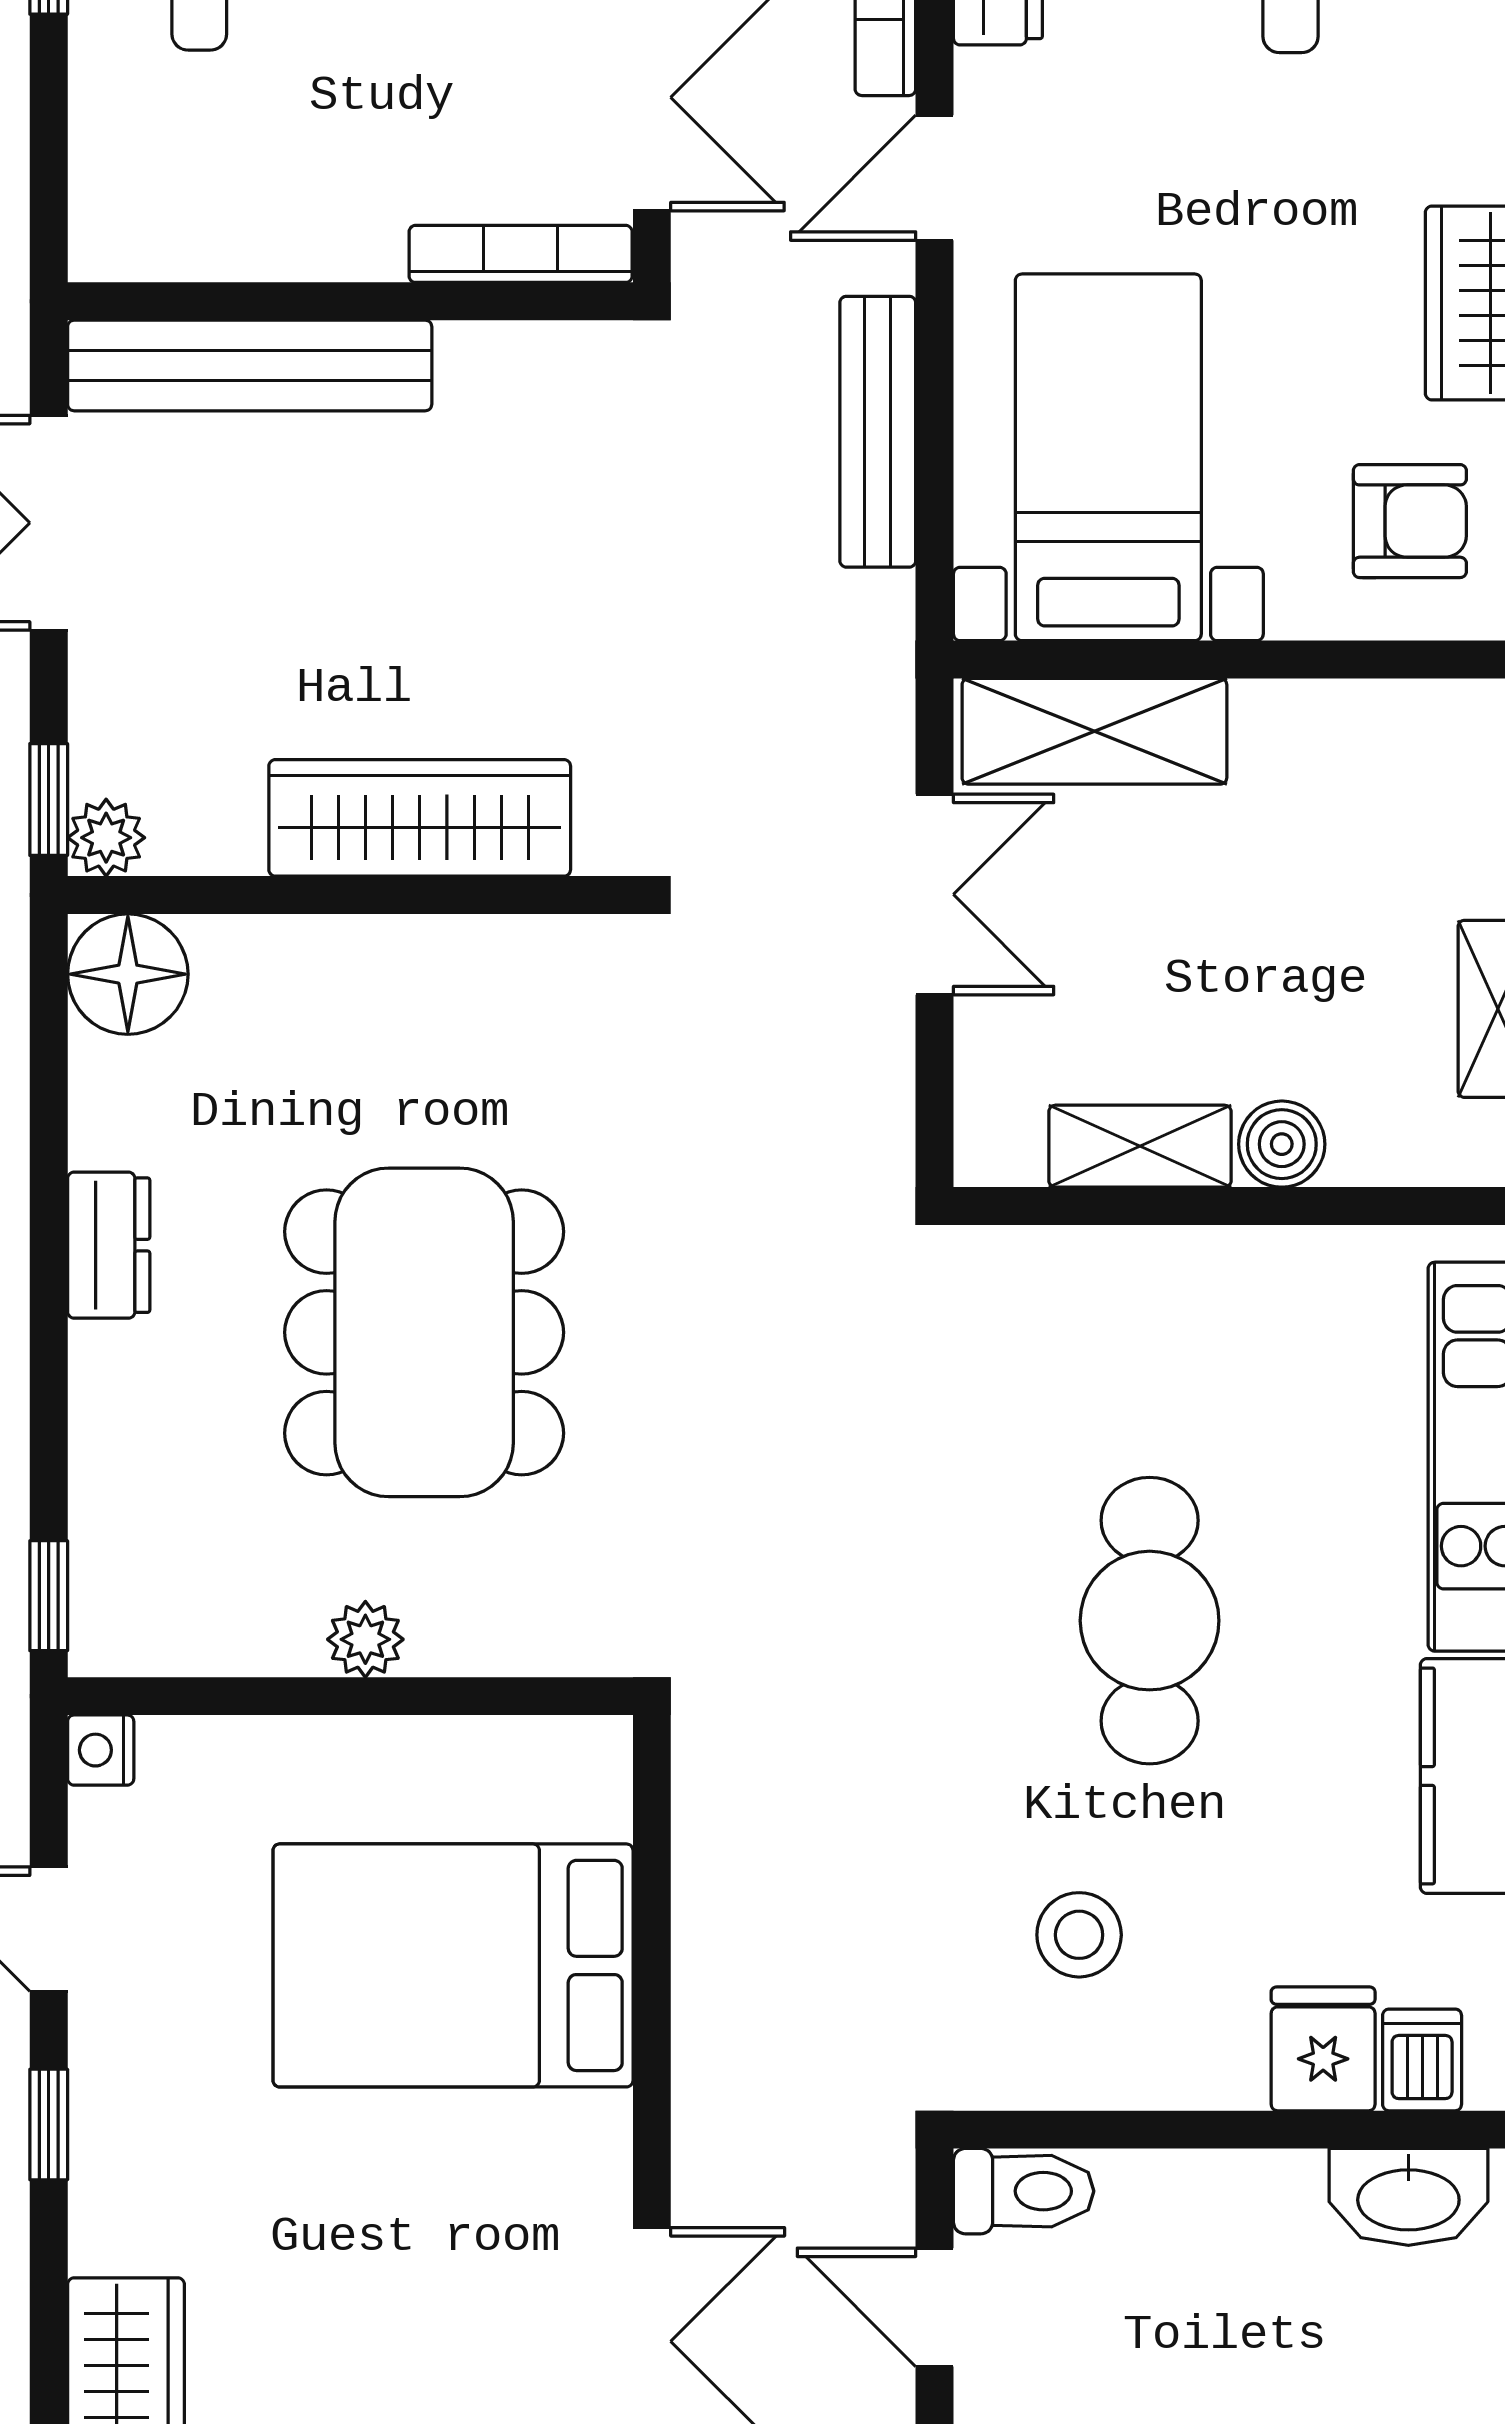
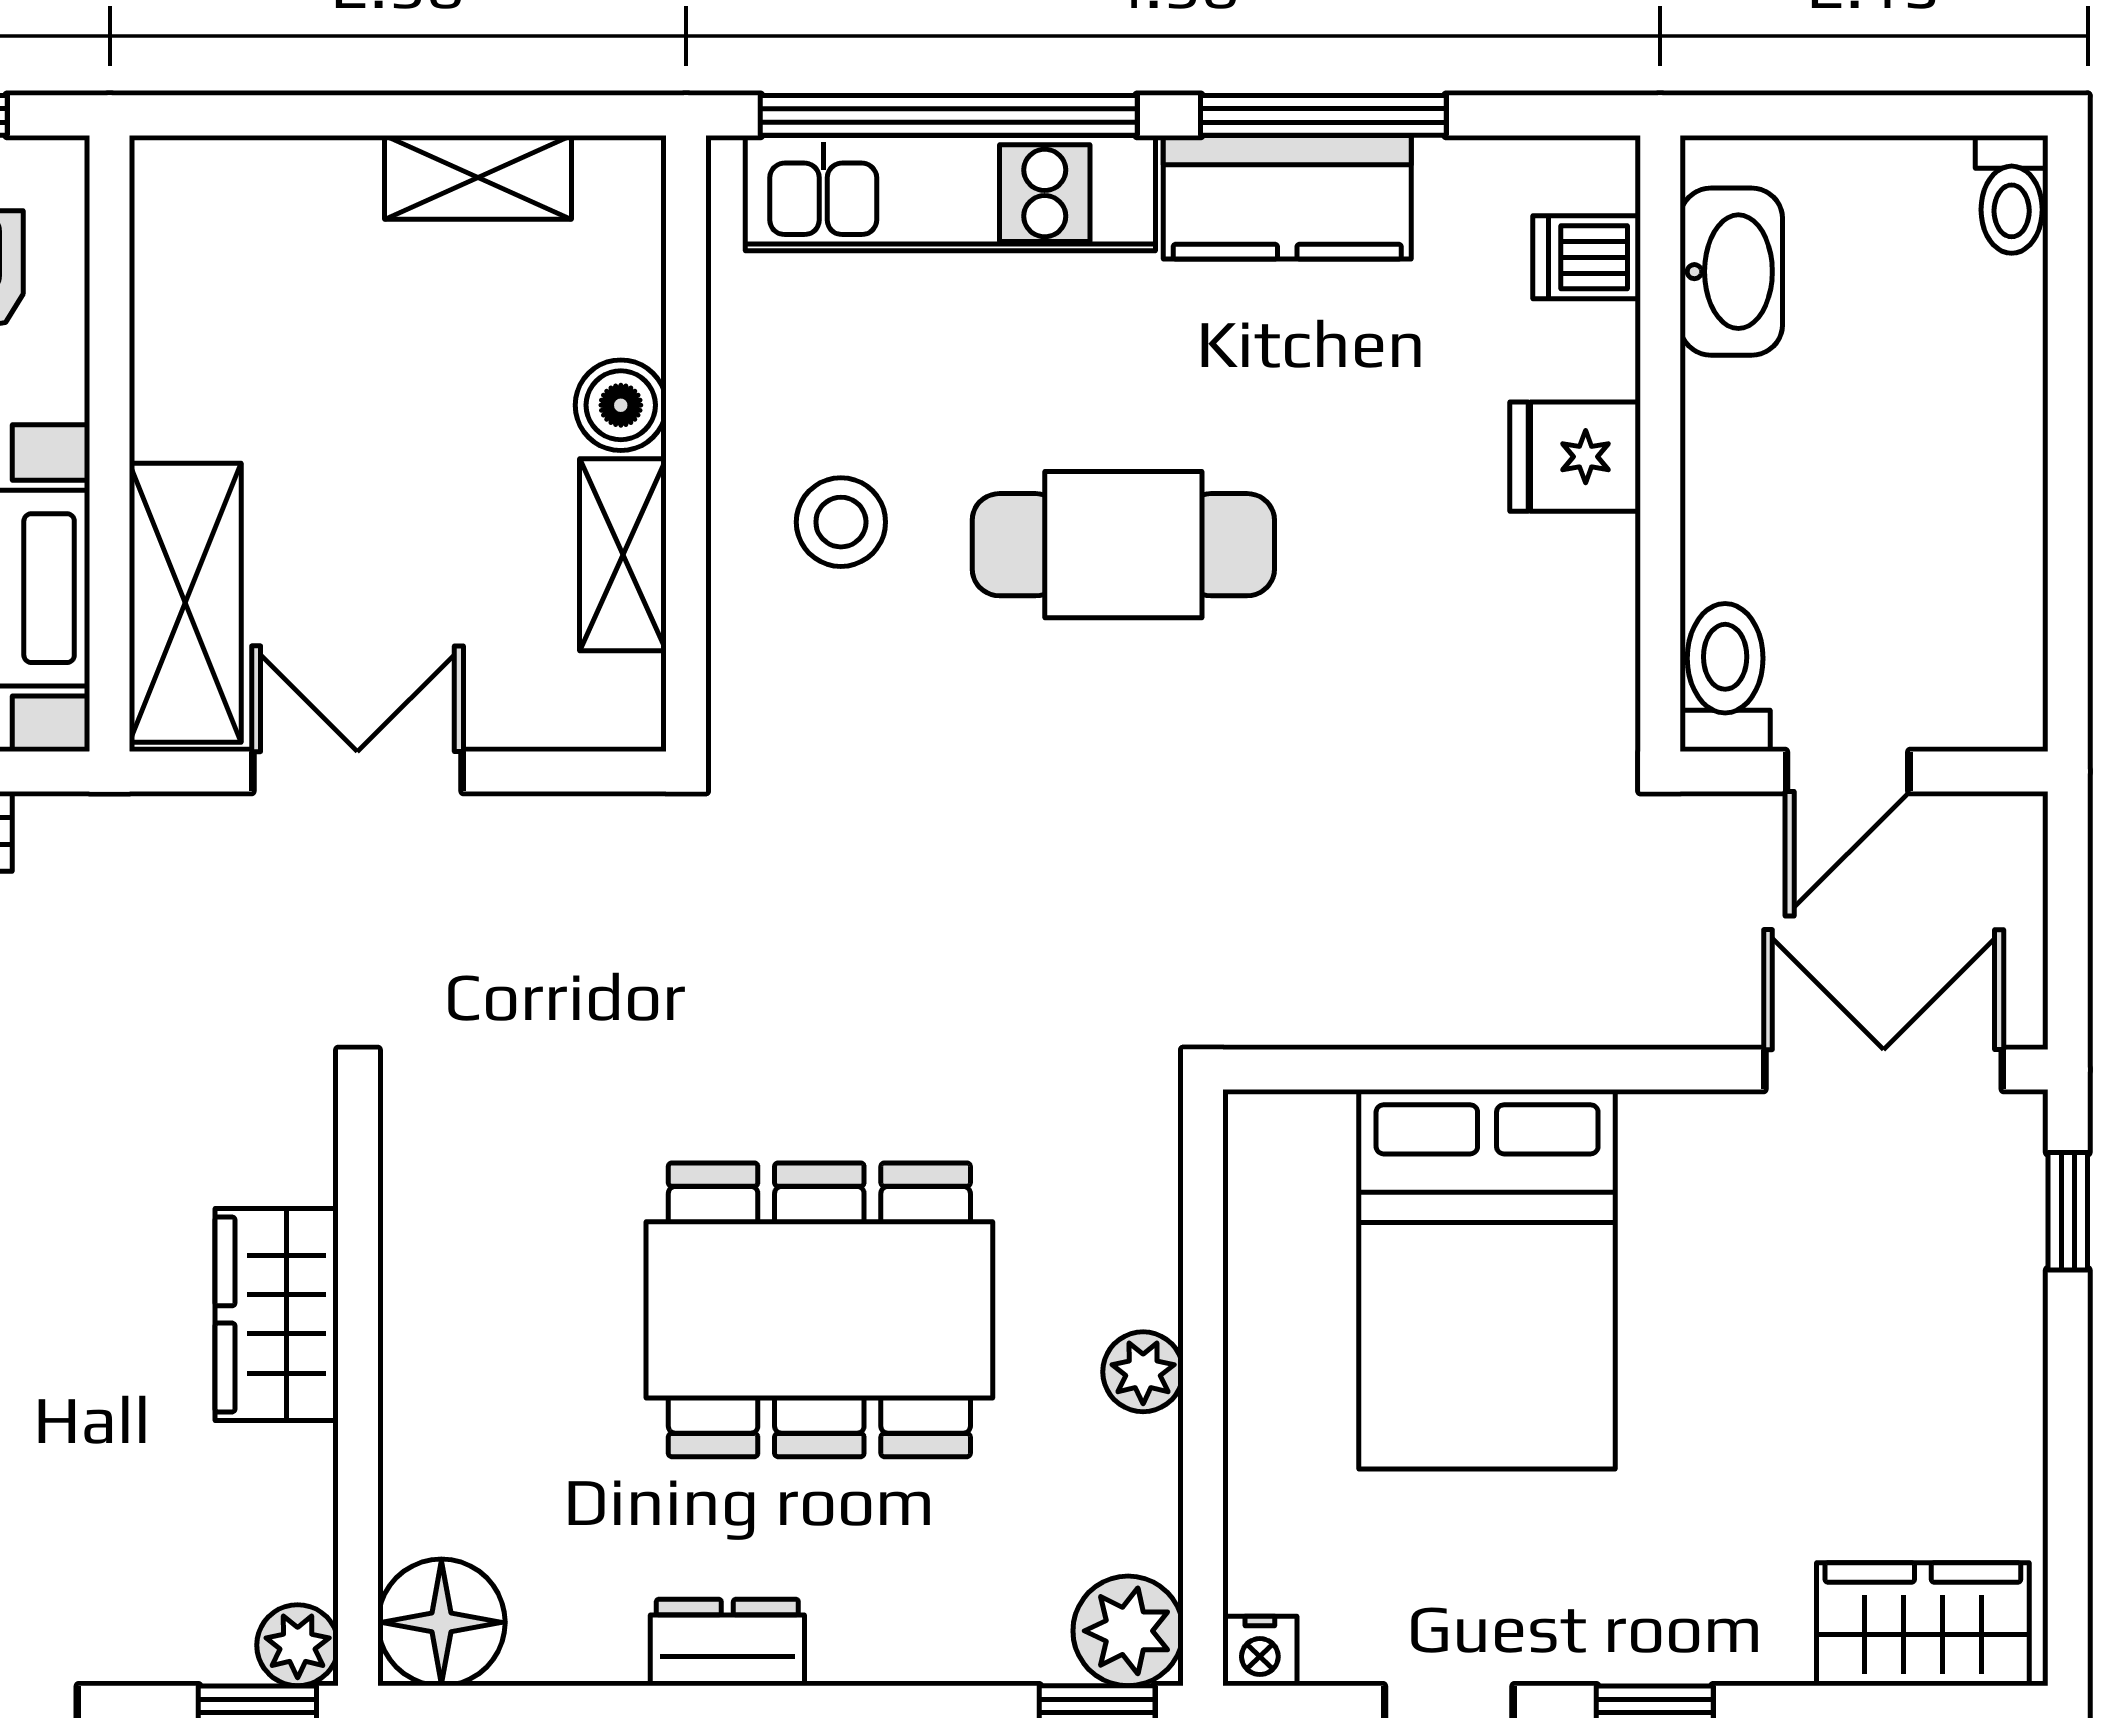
wardrobe: (420, 818) -> (277, 1314), width x0.67
plant: (120, 1625) -> (1128, 1631), added
stool: (1079, 1935) -> (841, 522), moved
fridge: (1323, 2049) -> (1575, 457), moved

